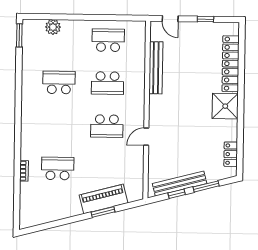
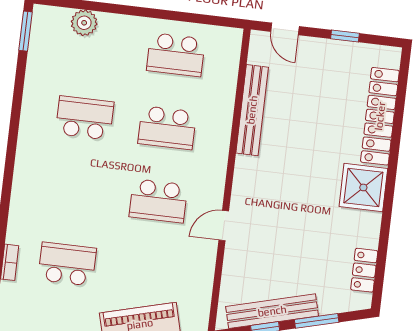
school desk: (108, 40) -> (176, 55), turned 180

